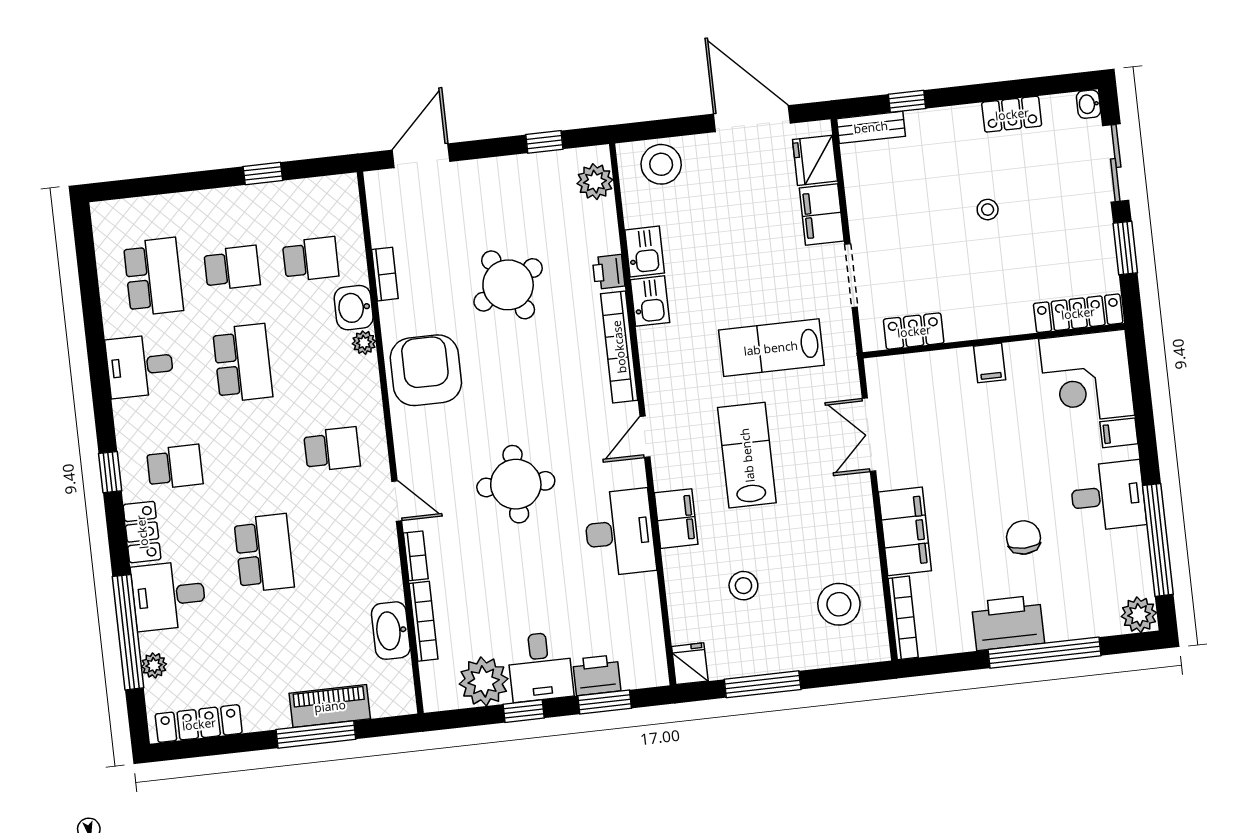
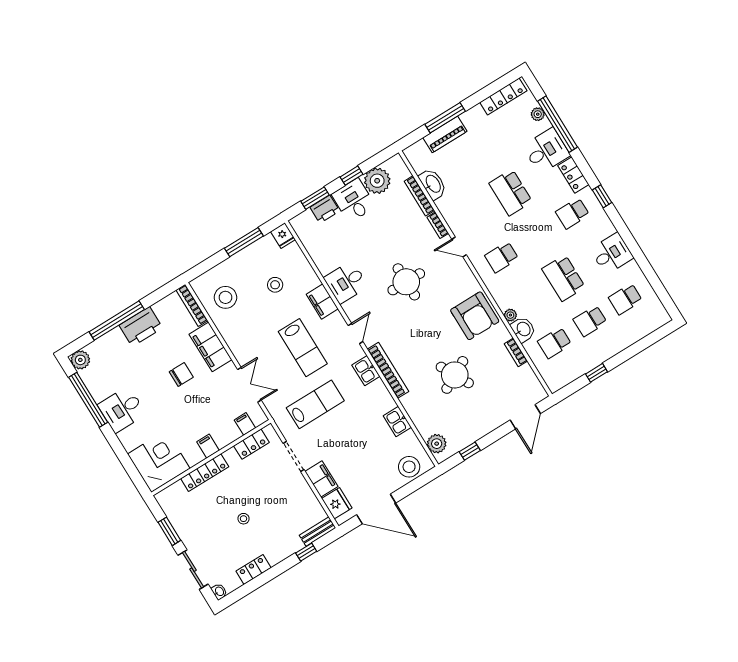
printer: (609, 272) -> (410, 404), removed
school desk: (153, 277) -> (625, 299), width x0.54
kitchen sink: (650, 301) -> (366, 371), moved
locker: (1078, 313) -> (205, 473), moved
filing cabinet: (1119, 433) -> (245, 424), moved, turned -90
desk: (620, 532) -> (346, 282), width x0.73
chair: (1023, 538) -> (181, 374), moved, turned -90

